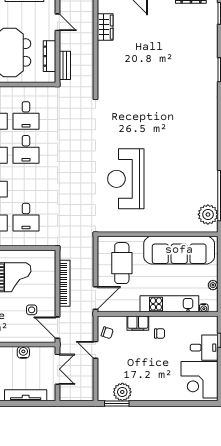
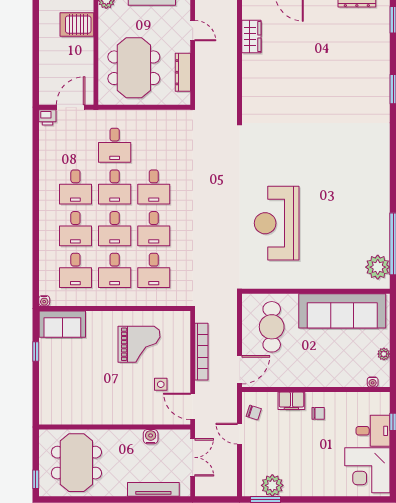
bench: (65, 65) -> (202, 84), removed
desk: (26, 115) -> (154, 229), moved
kitchen unit: (169, 304) -> (330, 377), removed

